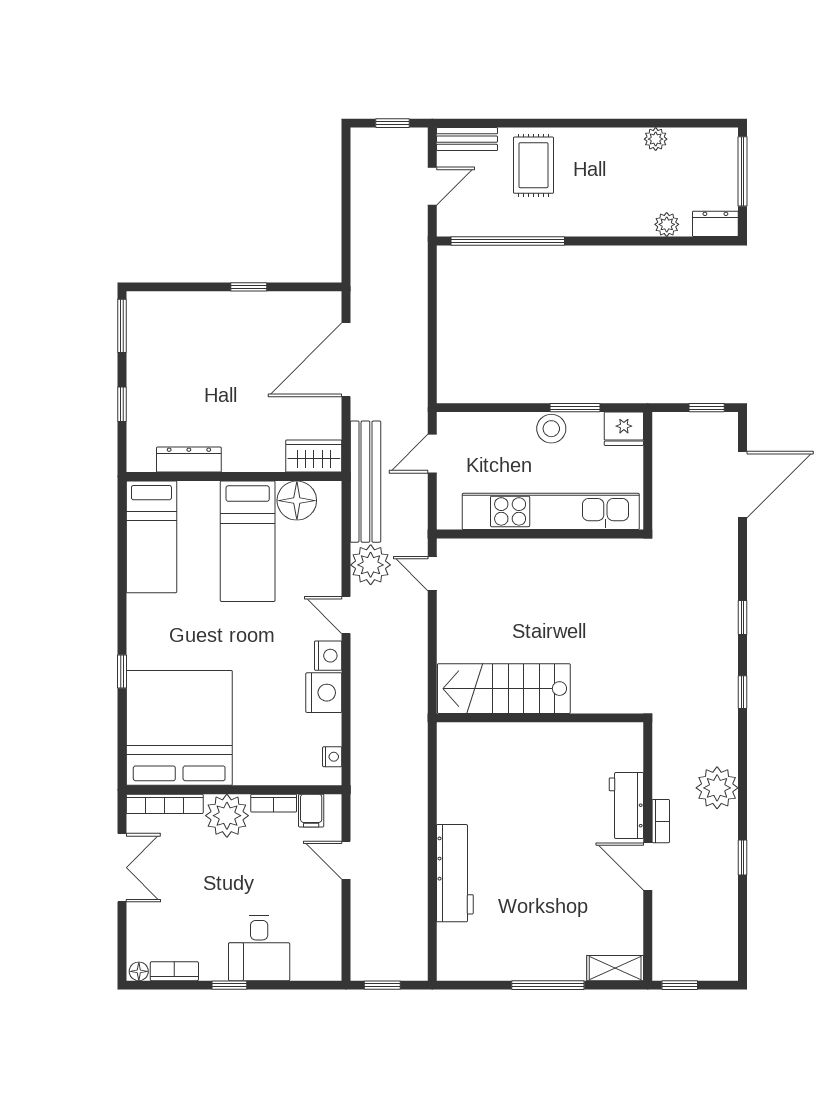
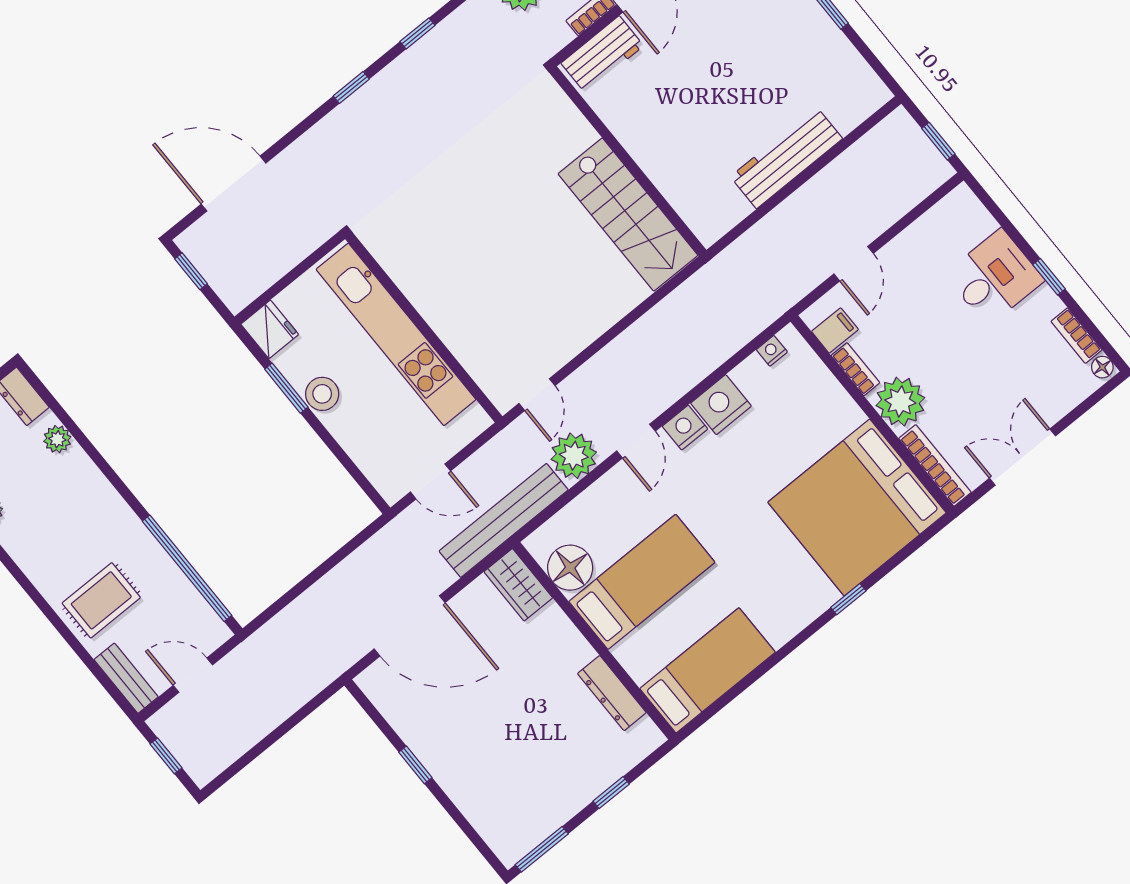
stairs: (504, 689) -> (628, 215), moved
wall: (540, 718) -> (628, 161), moved

